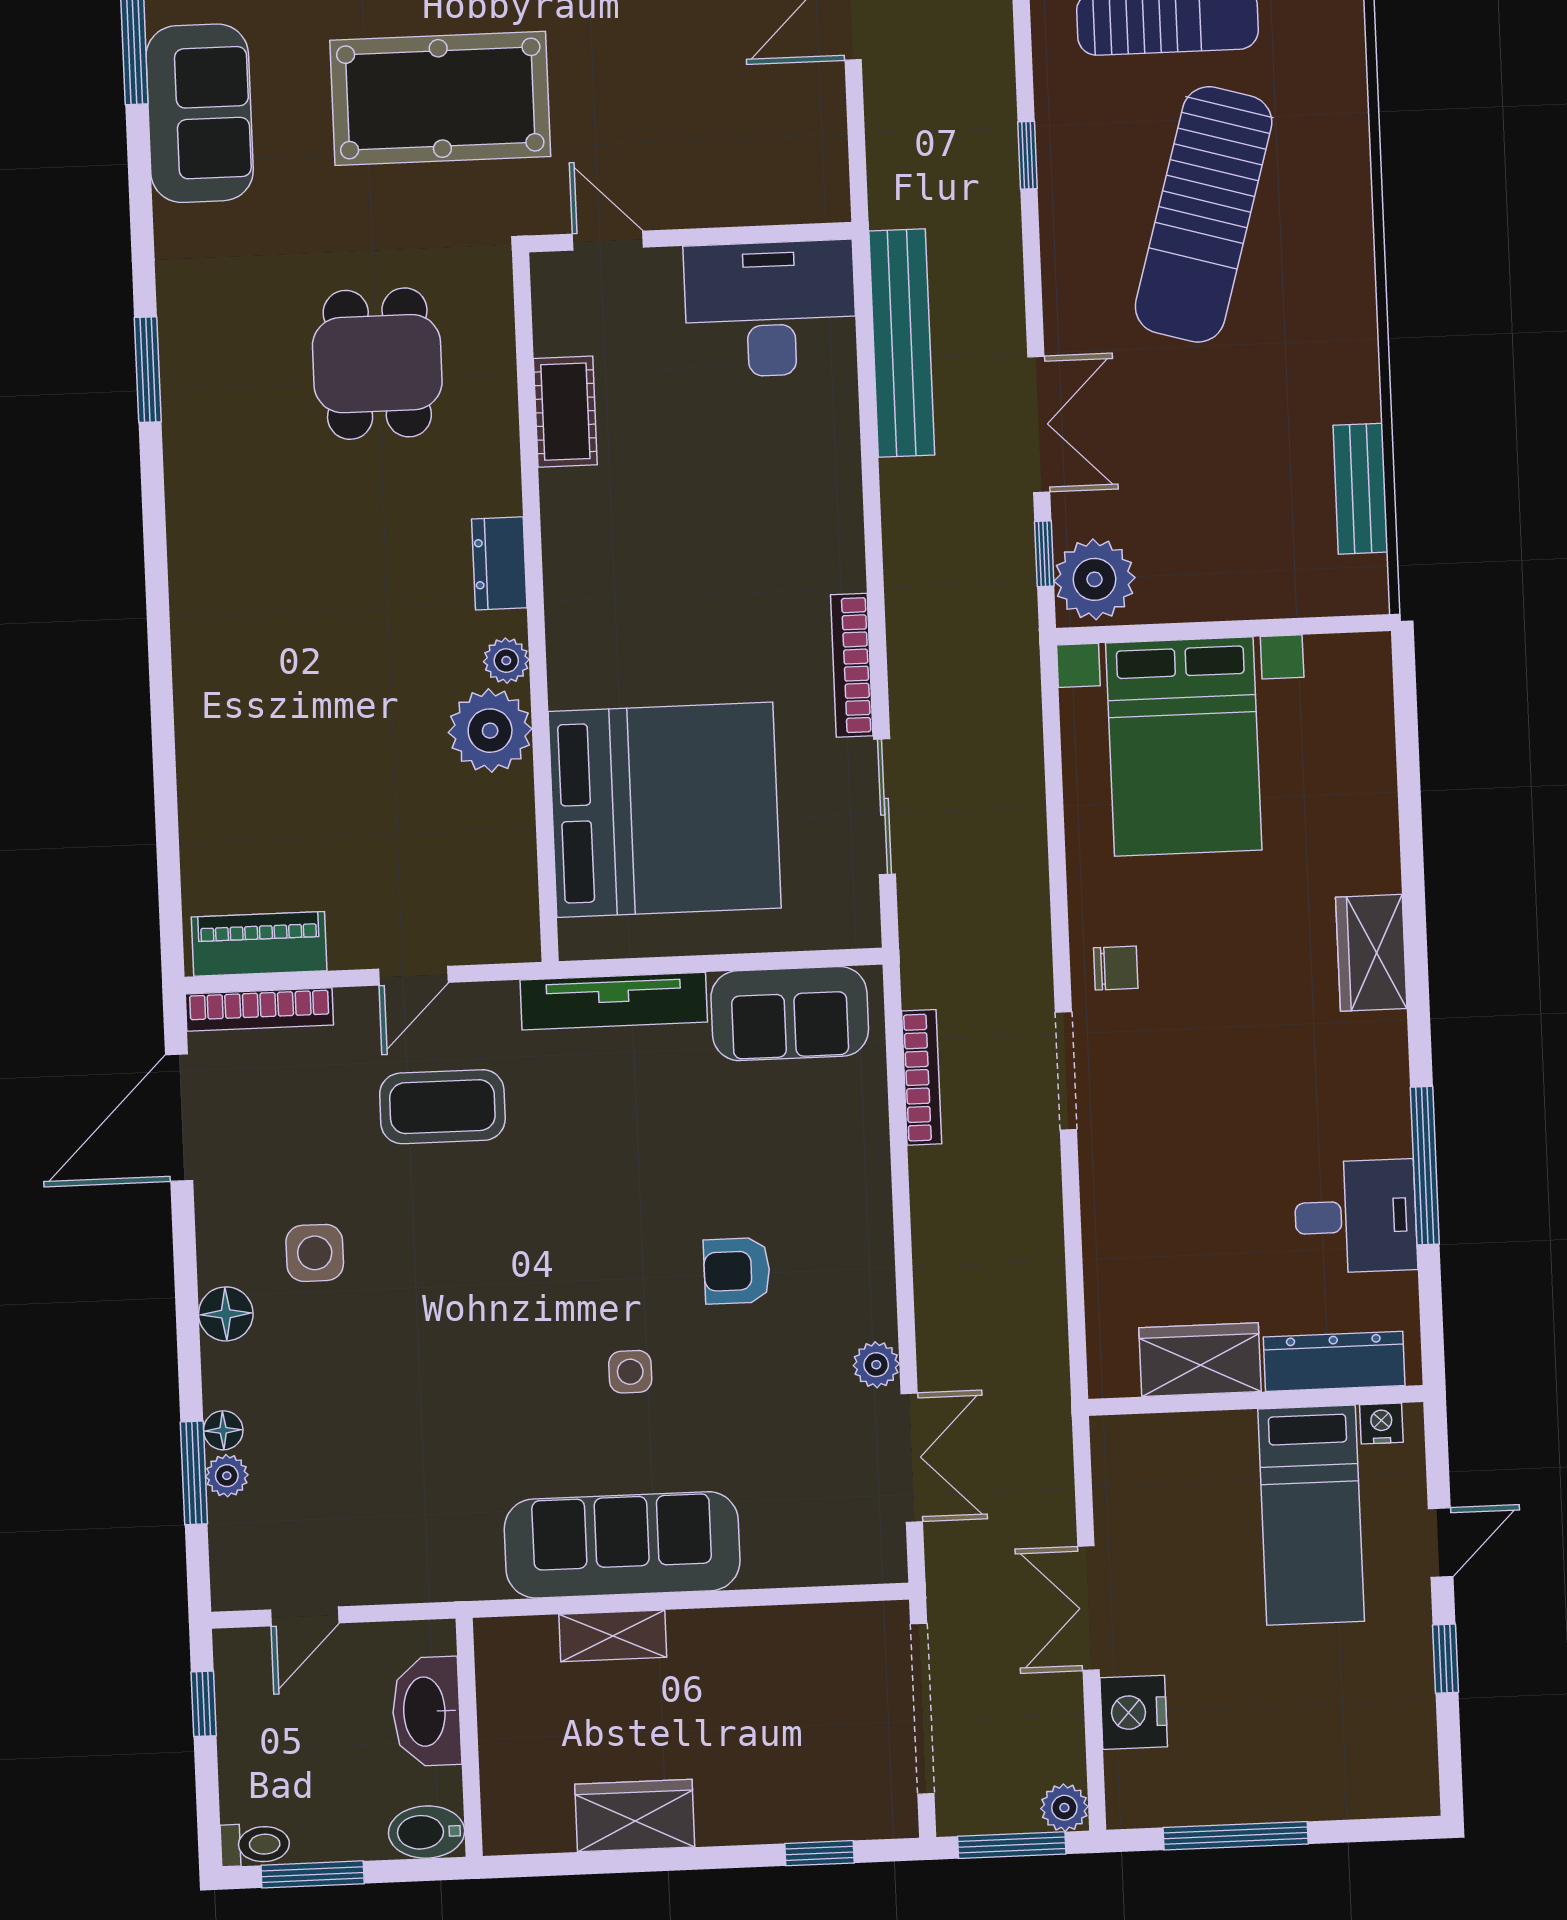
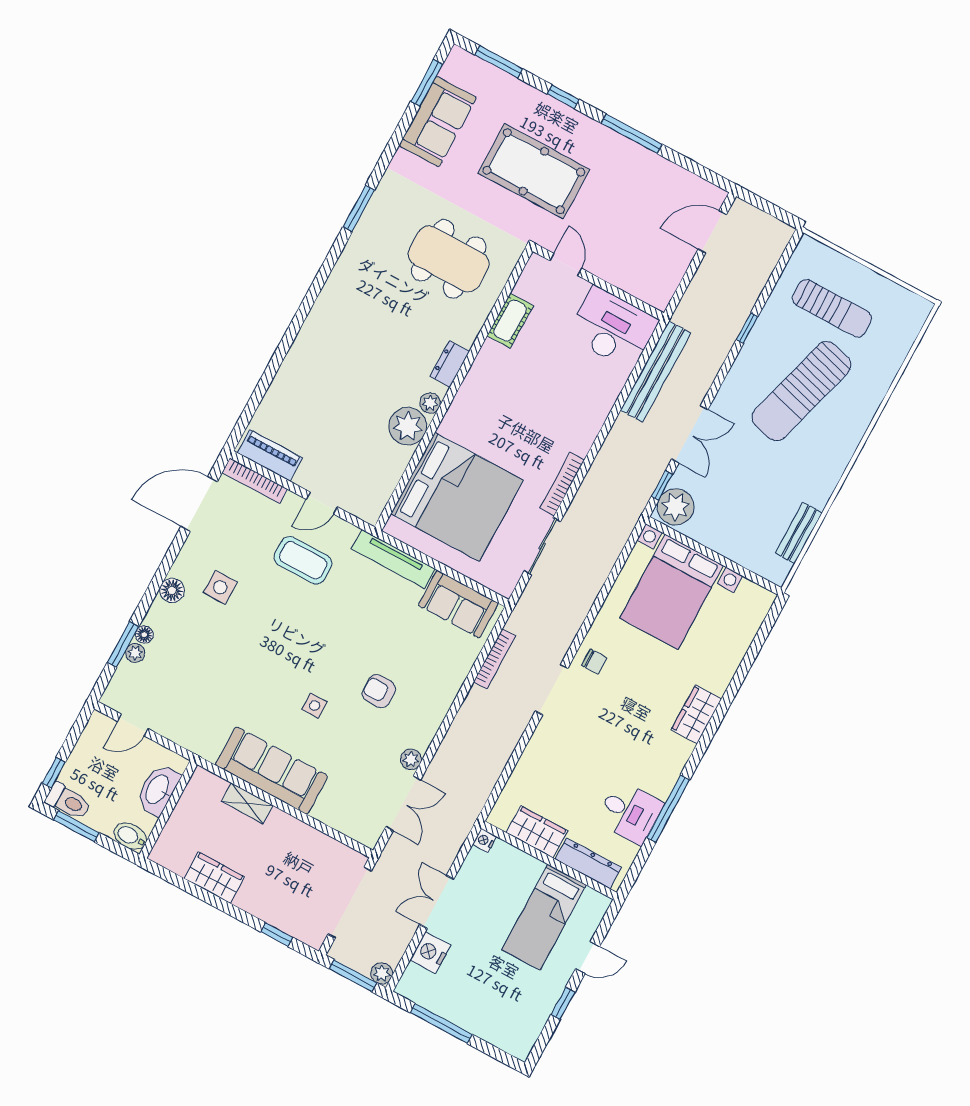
dining table: (377, 364) -> (449, 259), width x1.38
nightstand: (1381, 1423) -> (484, 840), moved, turned -90
window: (204, 1704) -> (54, 773), moved
toilet: (255, 1845) -> (68, 801), width x1.37, depth x1.39

